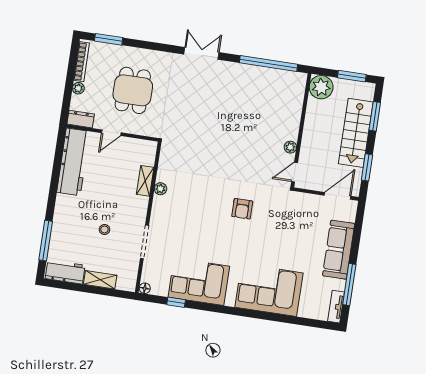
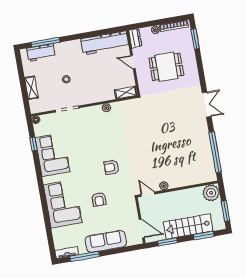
shelving: (145, 181) -> (126, 93), moved
armchair: (279, 240) -> (99, 199), added
workbench: (65, 272) -> (41, 53), moved, turned 90

